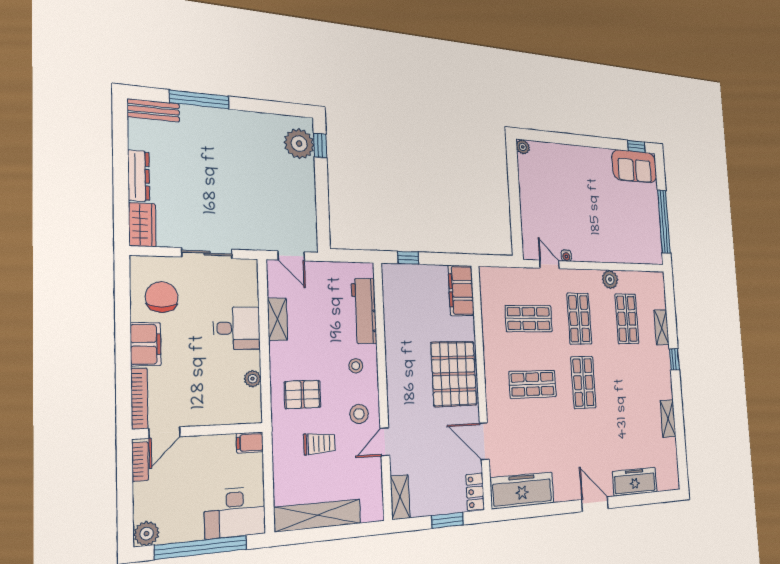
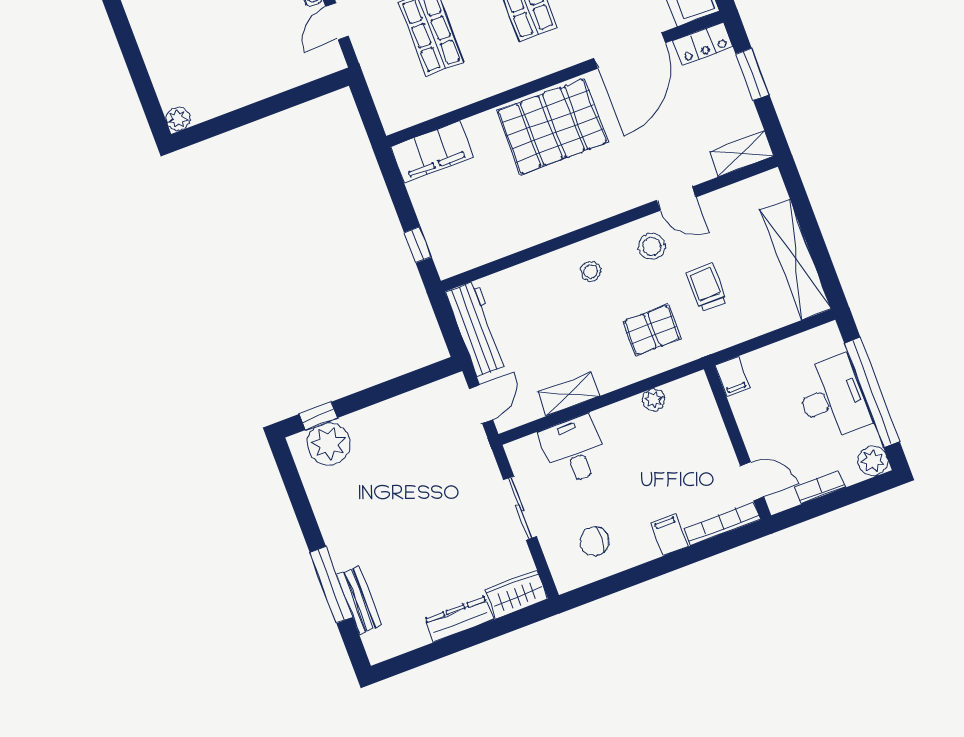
bench: (153, 110) -> (359, 600), moved
chair: (162, 297) -> (594, 541), width x0.73, depth x0.73
workbench: (364, 311) -> (477, 328), moved, turned -90
desk: (237, 328) -> (574, 450), moved
filing cabinet: (146, 344) -> (669, 535), width x0.50
pallet: (303, 394) -> (652, 330), turned 90
door: (484, 441) -> (630, 51), width x1.36
bookcase: (140, 462) -> (820, 487), moved
desk: (235, 512) -> (833, 398), moved

